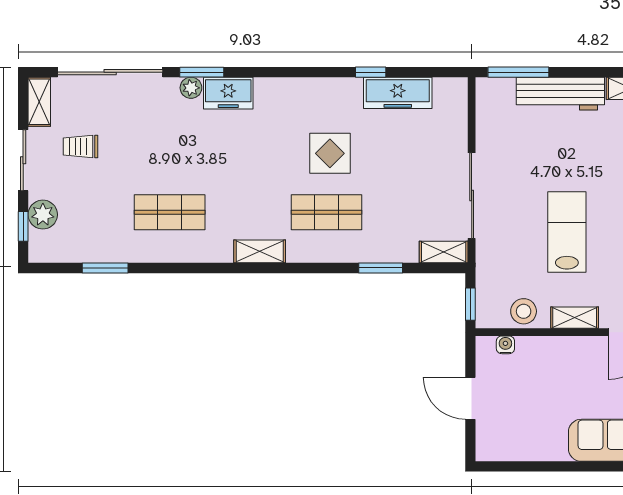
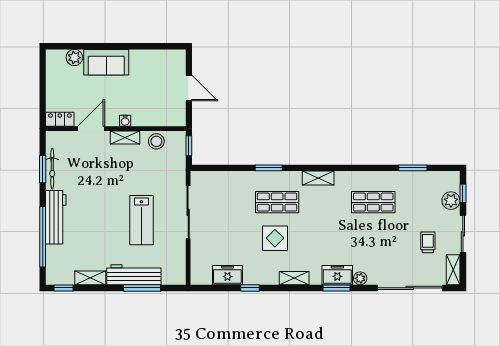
window: (202, 72) -> (337, 288), moved
window: (518, 72) -> (142, 288), moved
freezer: (398, 93) -> (227, 275), width x0.71
trolley: (80, 146) -> (428, 242), turned -90
lab bench: (567, 232) -> (141, 220), moved
shelving: (444, 252) -> (294, 278), moved
window: (381, 268) -> (269, 168), moved
water cooler: (505, 345) -> (125, 121), moved

